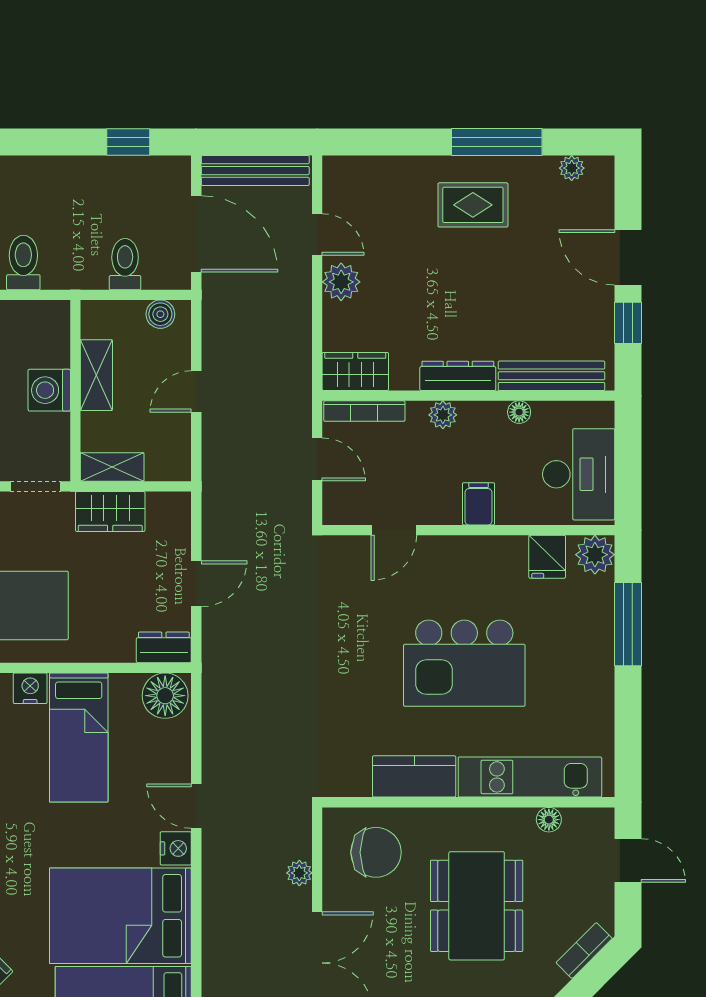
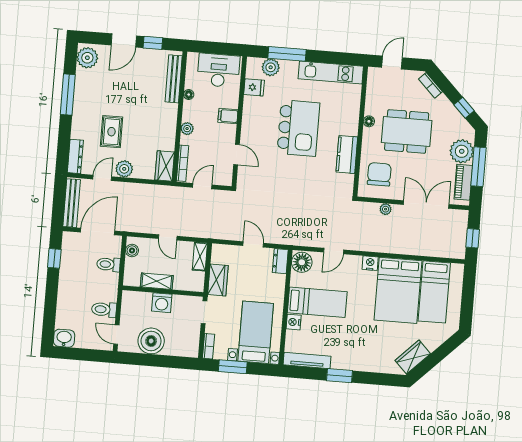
plant: (572, 168) -> (87, 58), width x1.87, depth x1.87
rug: (473, 205) -> (111, 132), moved
dresser: (458, 376) -> (75, 156), moved, turned 180
shelving: (112, 467) -> (200, 257), moved
plant: (595, 555) -> (271, 67), moved
kitchen unit: (530, 777) -> (331, 73), moved, turned -90
door: (196, 806) -> (334, 251), moved
floor lamp: (549, 820) -> (369, 121), moved

